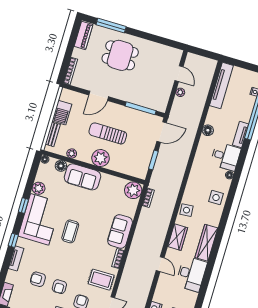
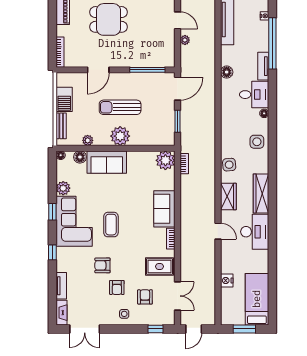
tv unit: (16, 258) -> (61, 286), moved
armchair: (38, 279) -> (102, 265), moved

